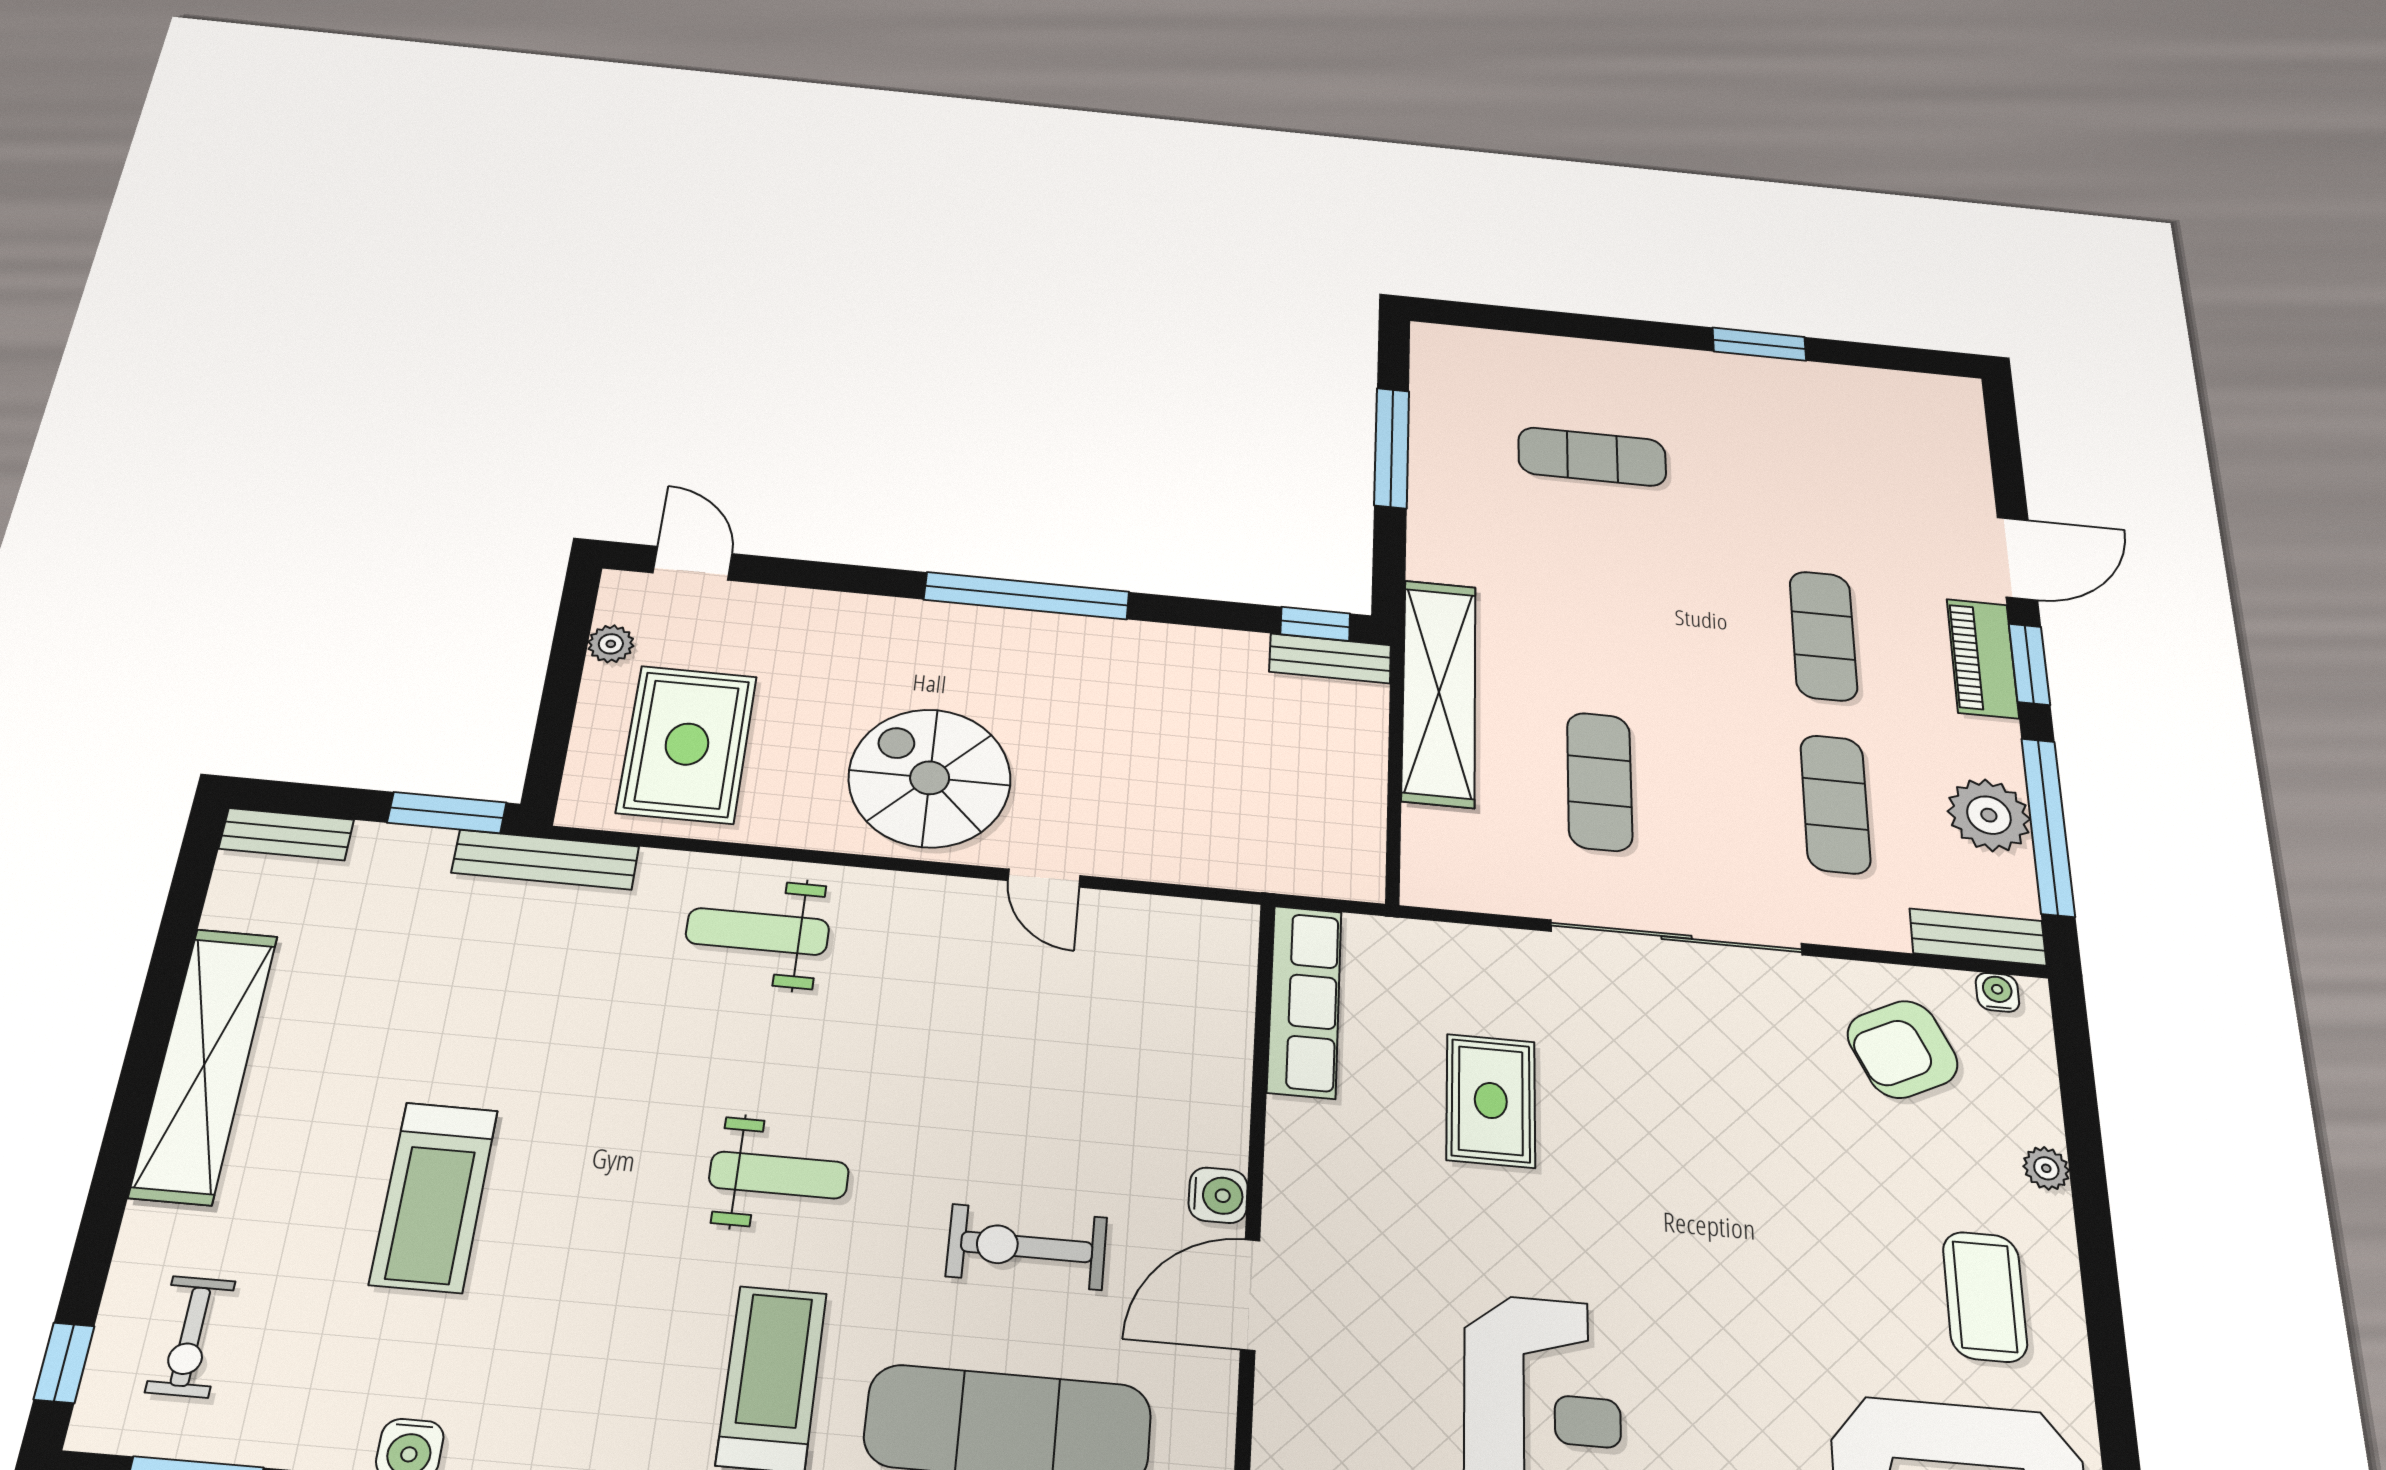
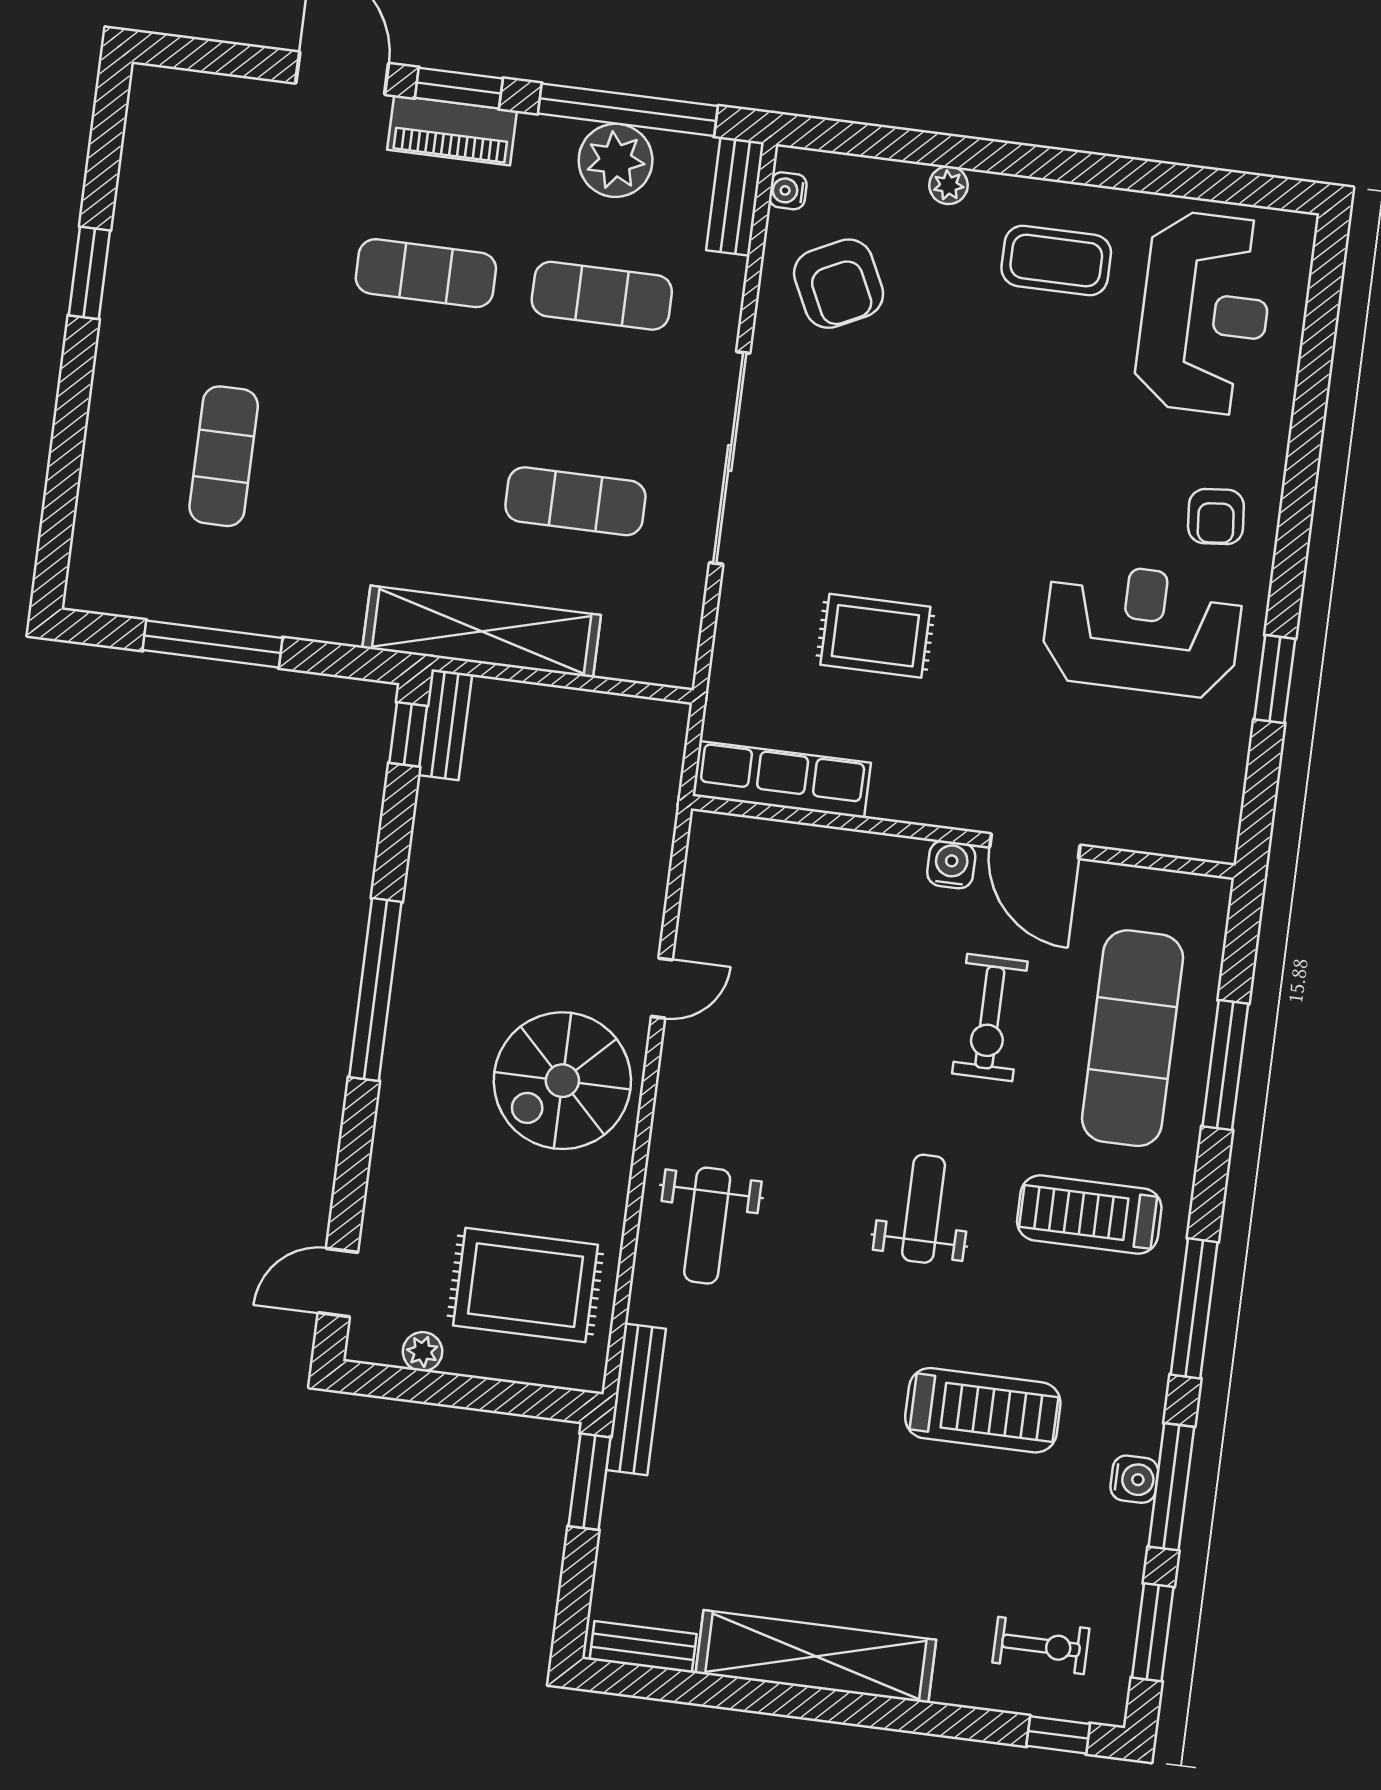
bench: (286, 834) -> (643, 1647), moved, turned 90
treadmill: (434, 1197) -> (983, 1410), moved

